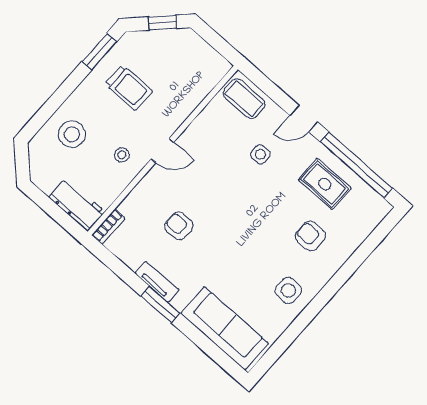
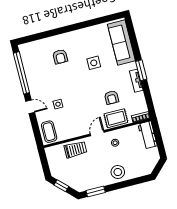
trolley: (129, 88) -> (75, 149), moved, turned 90
stool: (72, 134) -> (118, 172), moved
door: (163, 151) -> (97, 133), hinge flipped
rug: (325, 184) -> (116, 118), moved, turned 90
side table: (288, 290) -> (94, 63), moved

